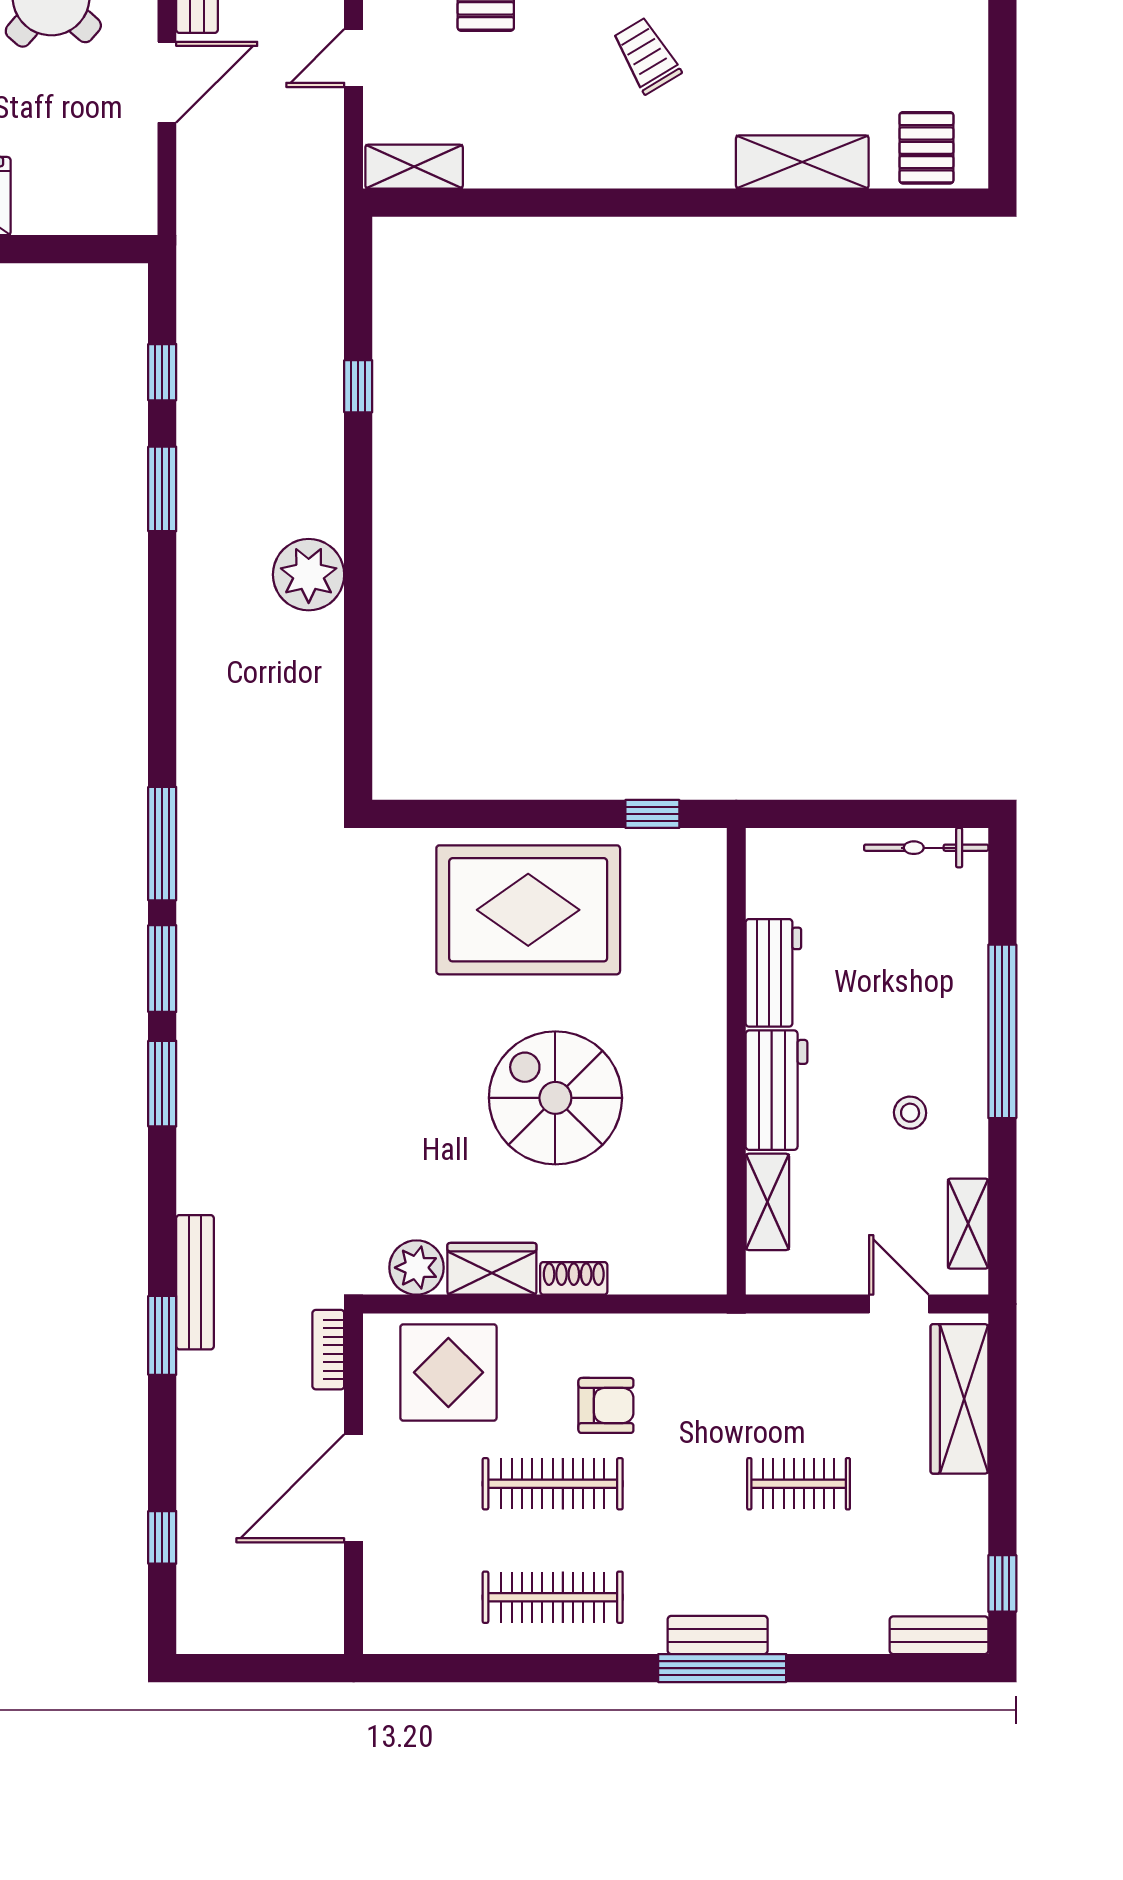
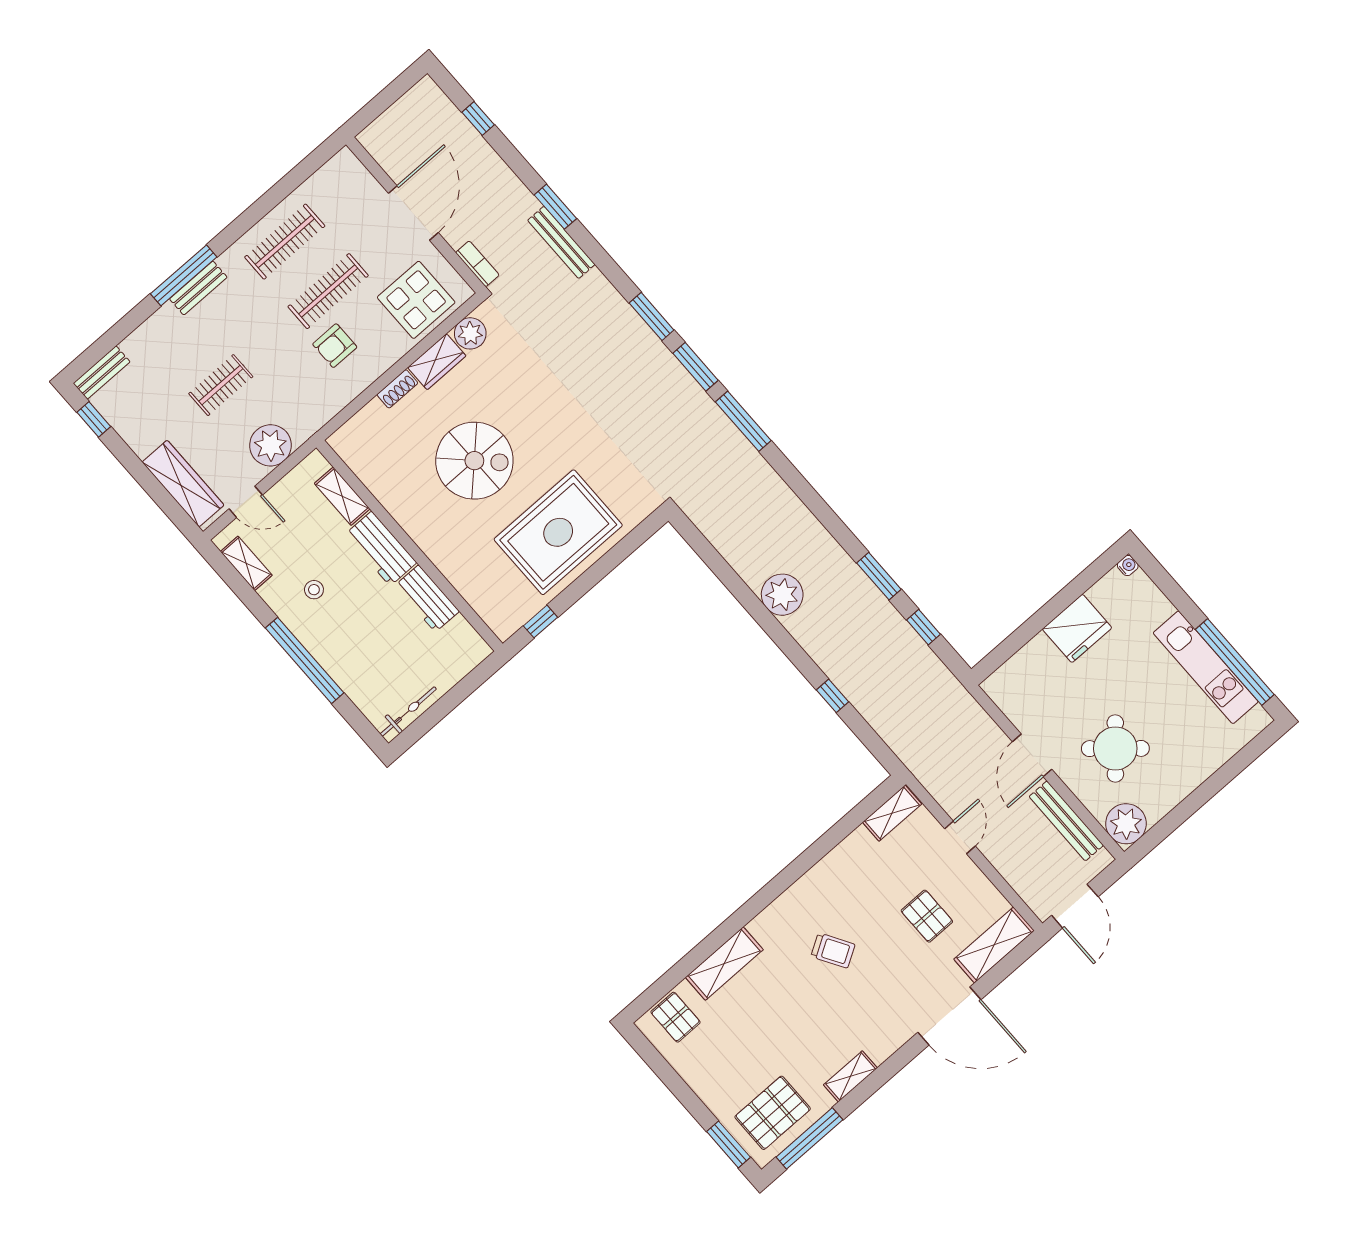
plant: (803, 1349) -> (270, 445), added

